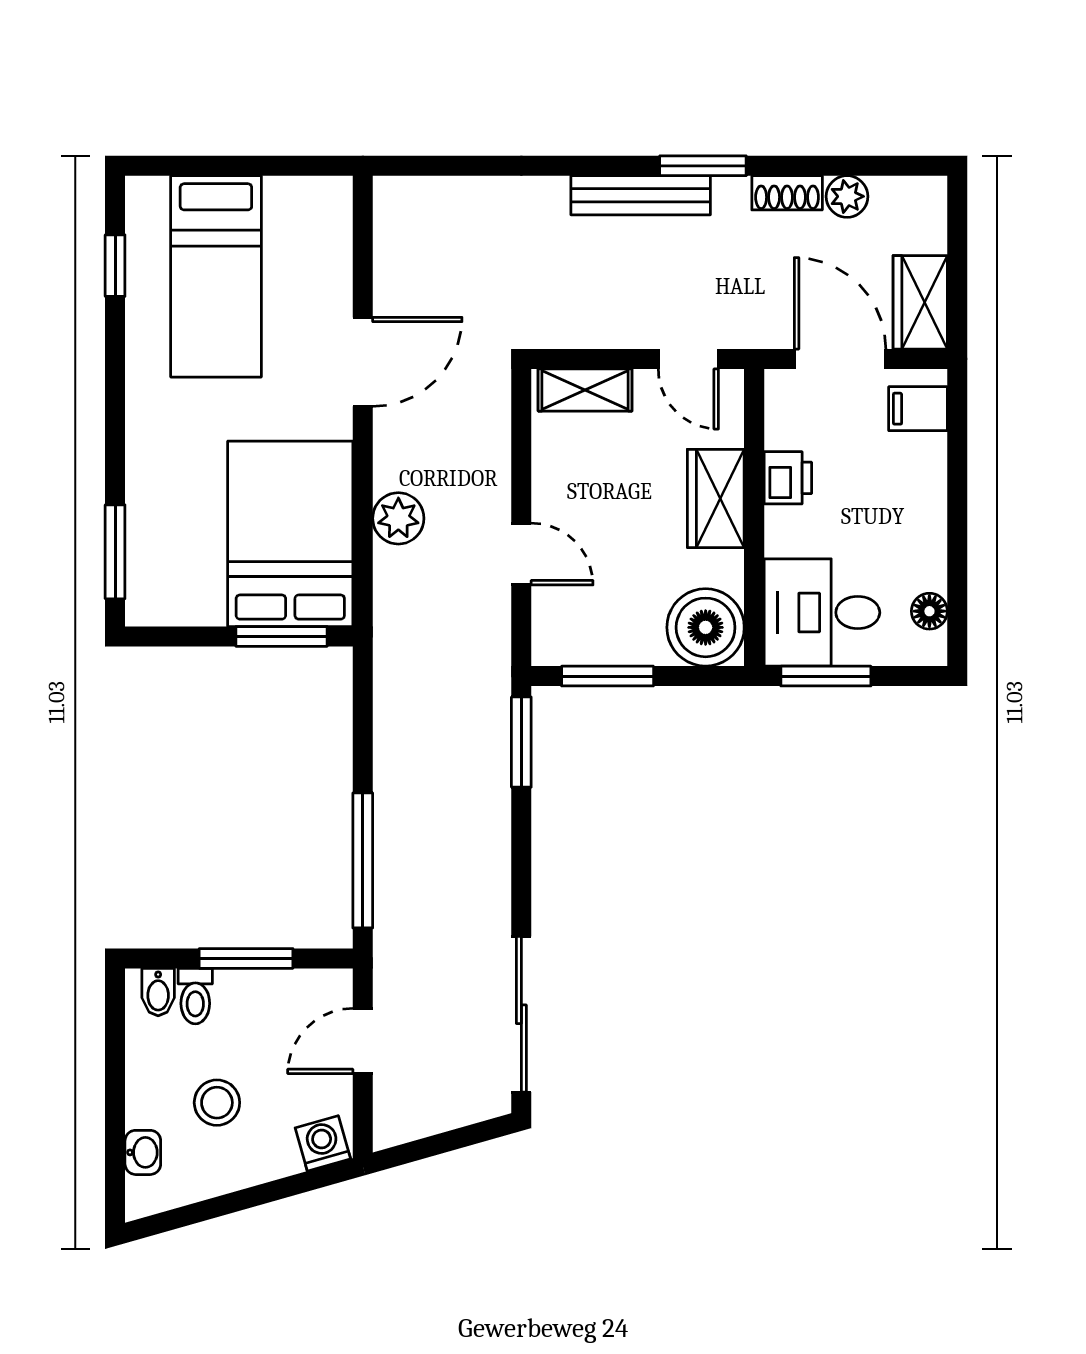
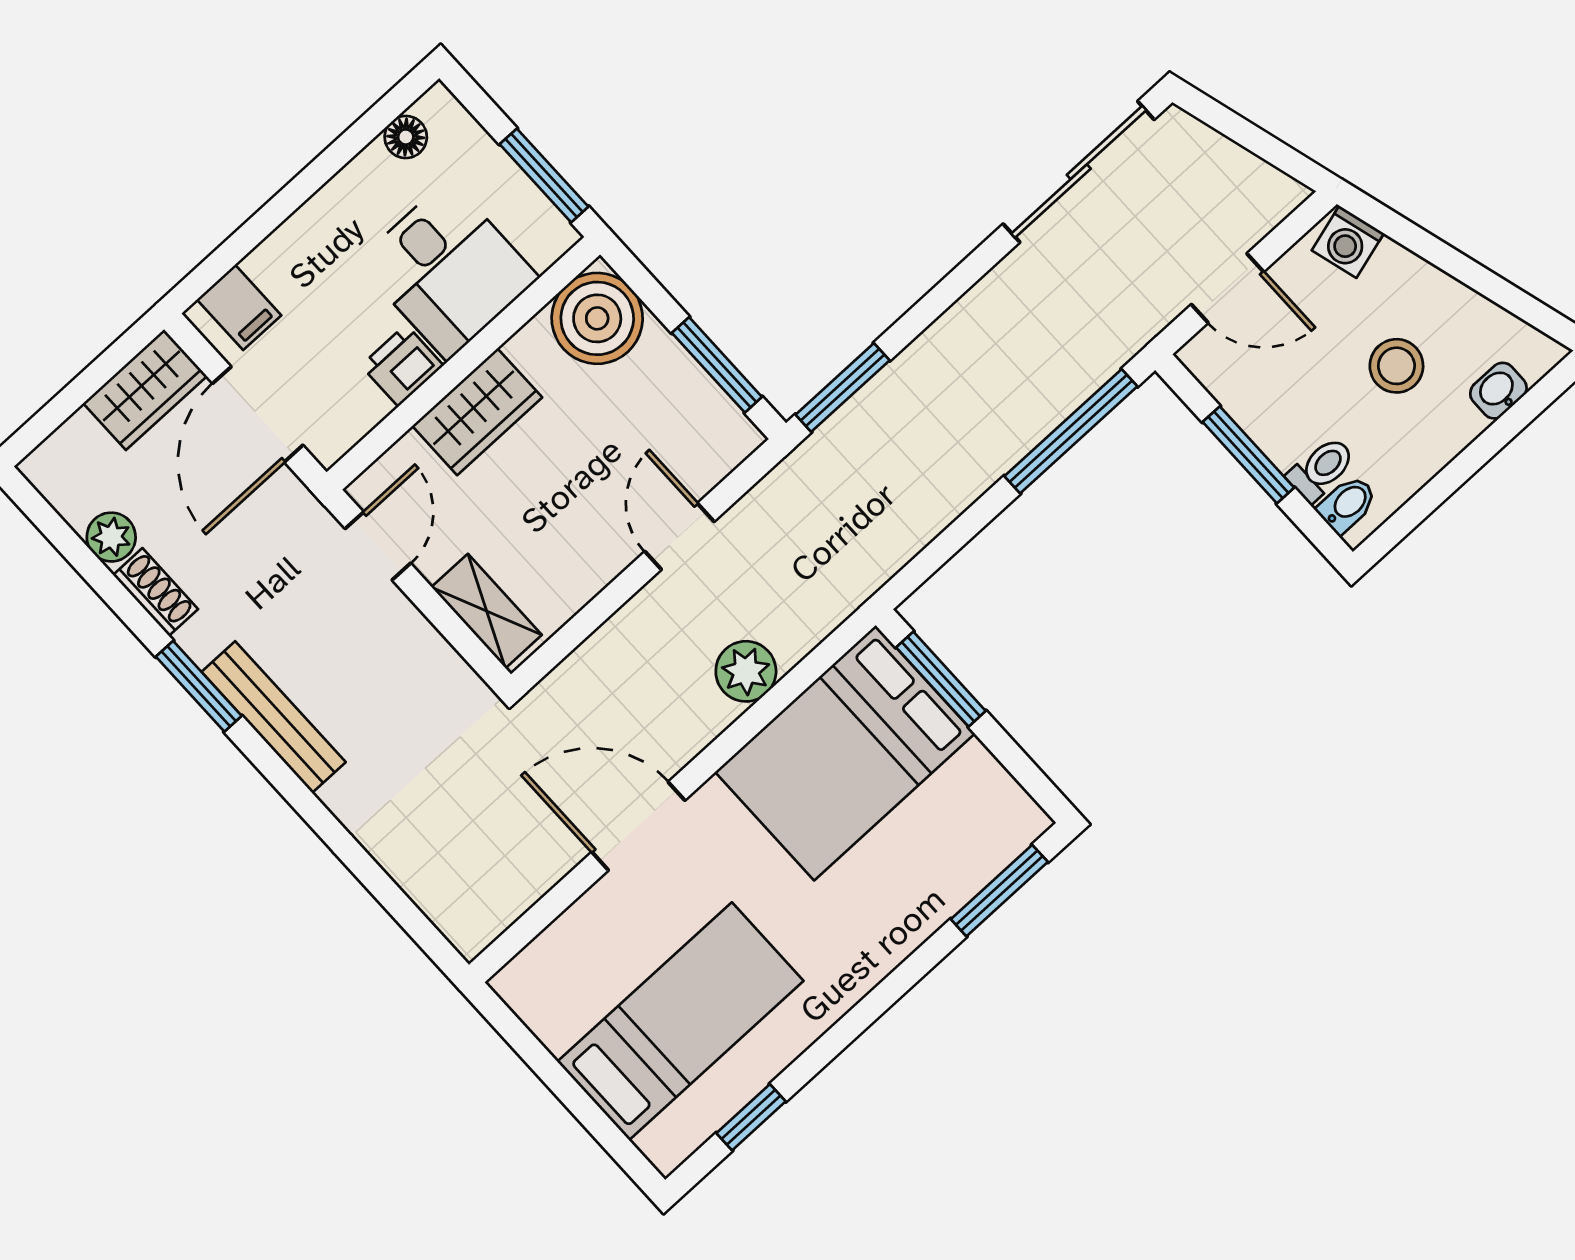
desk: (822, 613) -> (448, 270), moved

